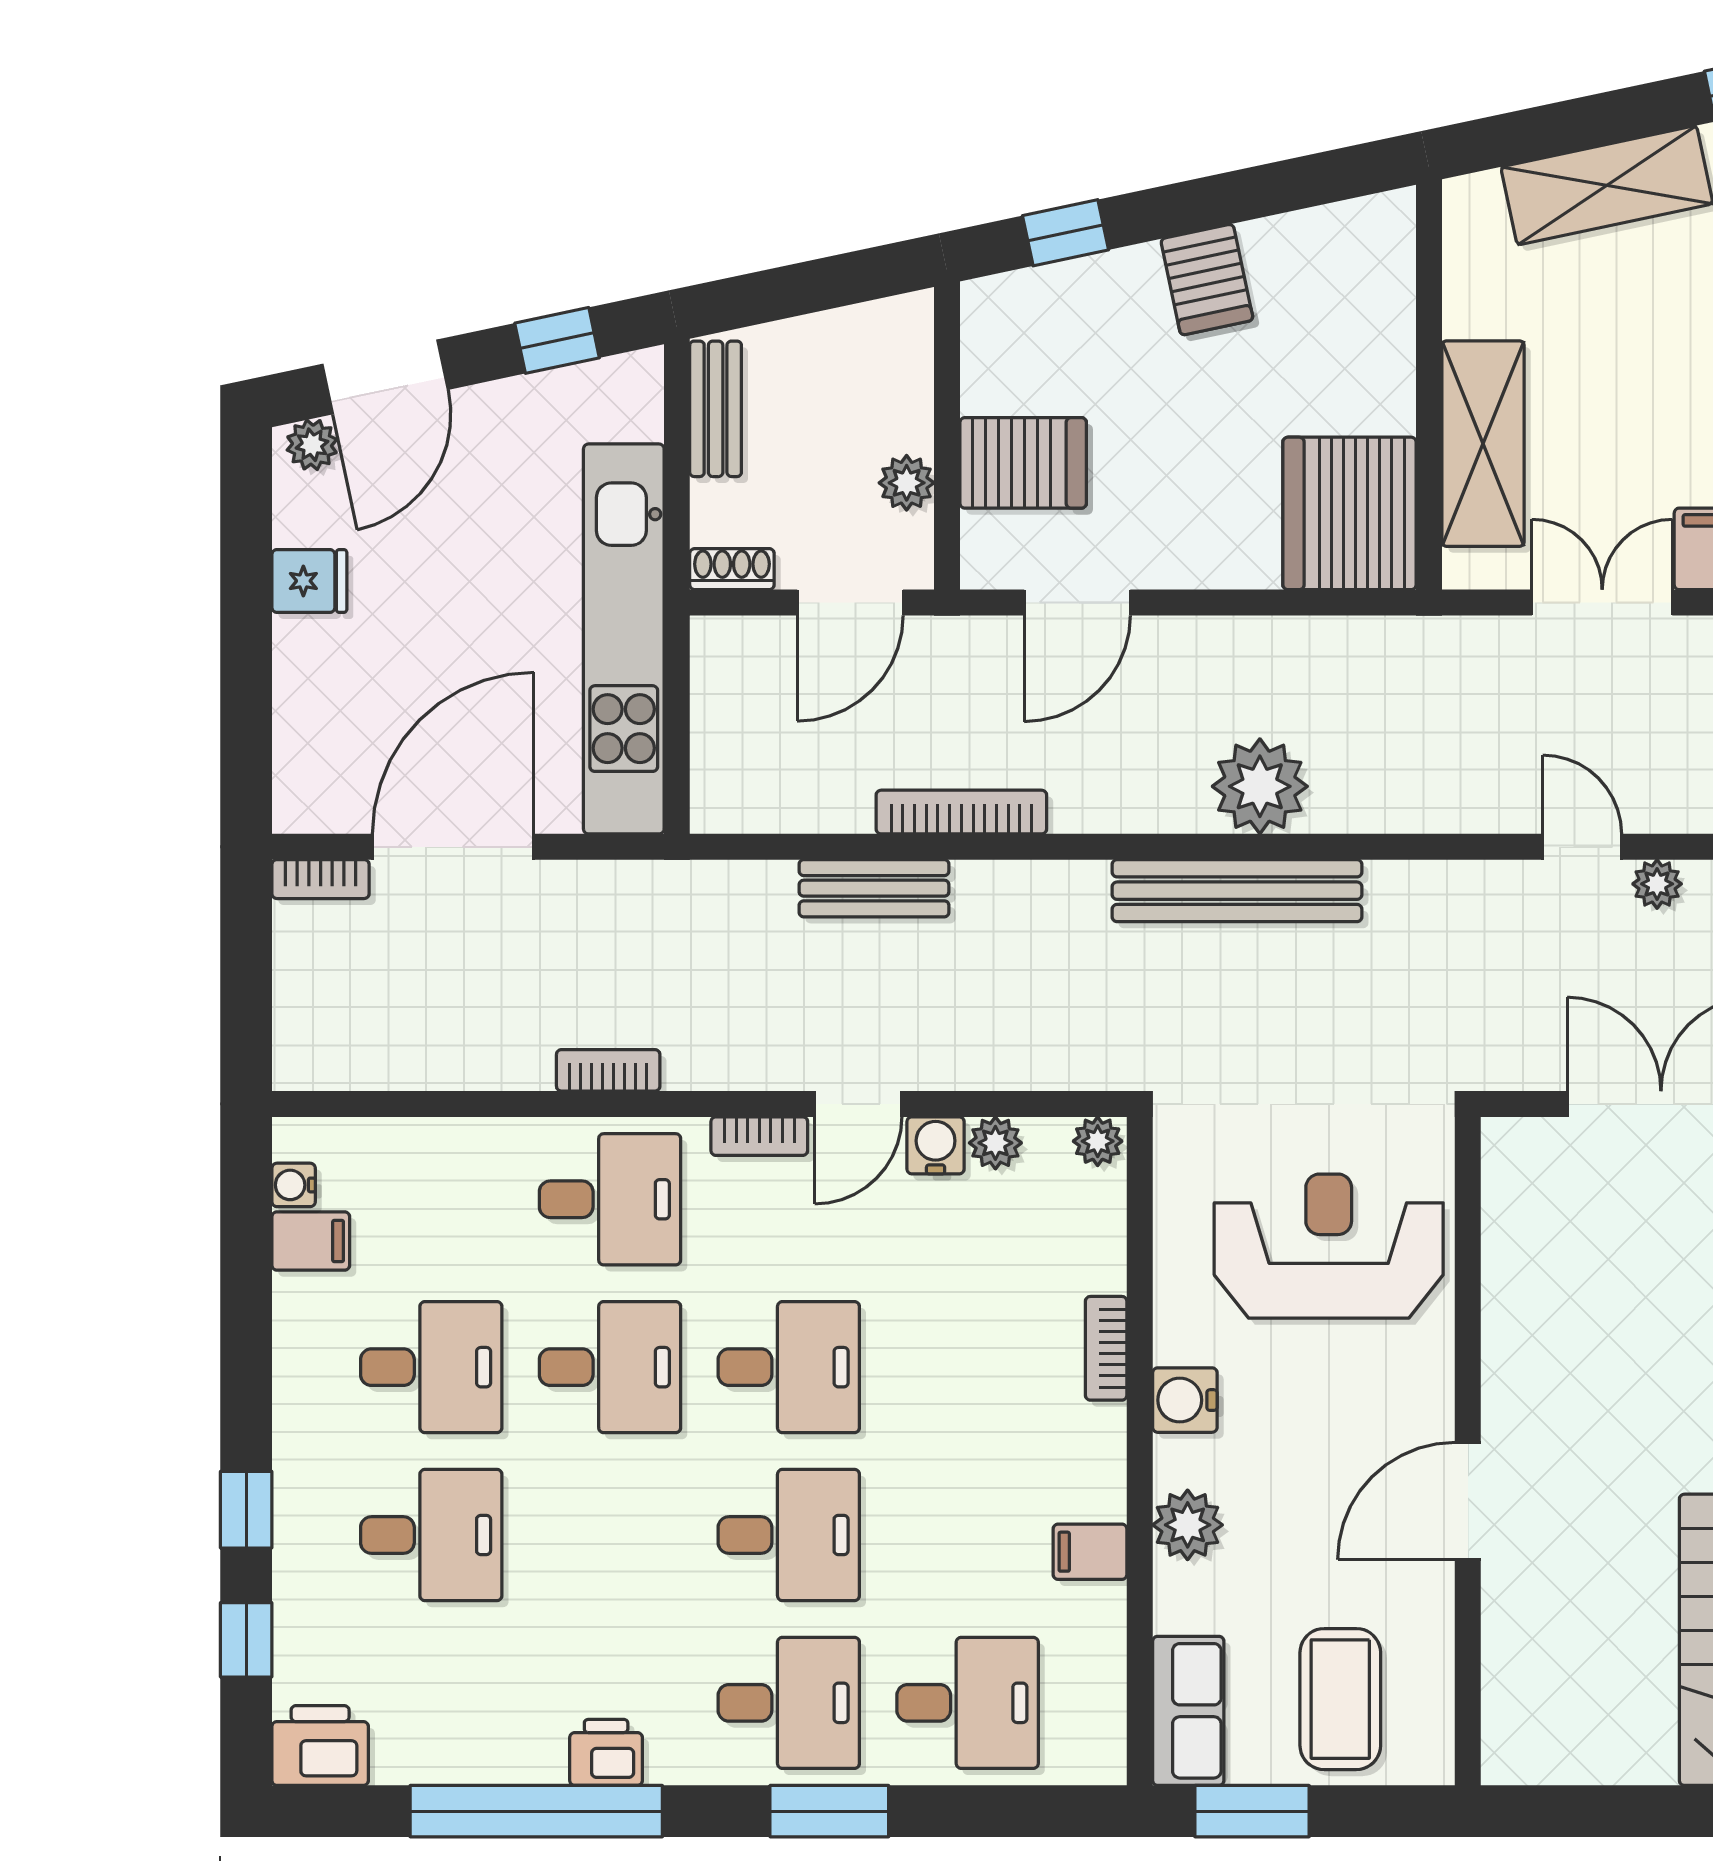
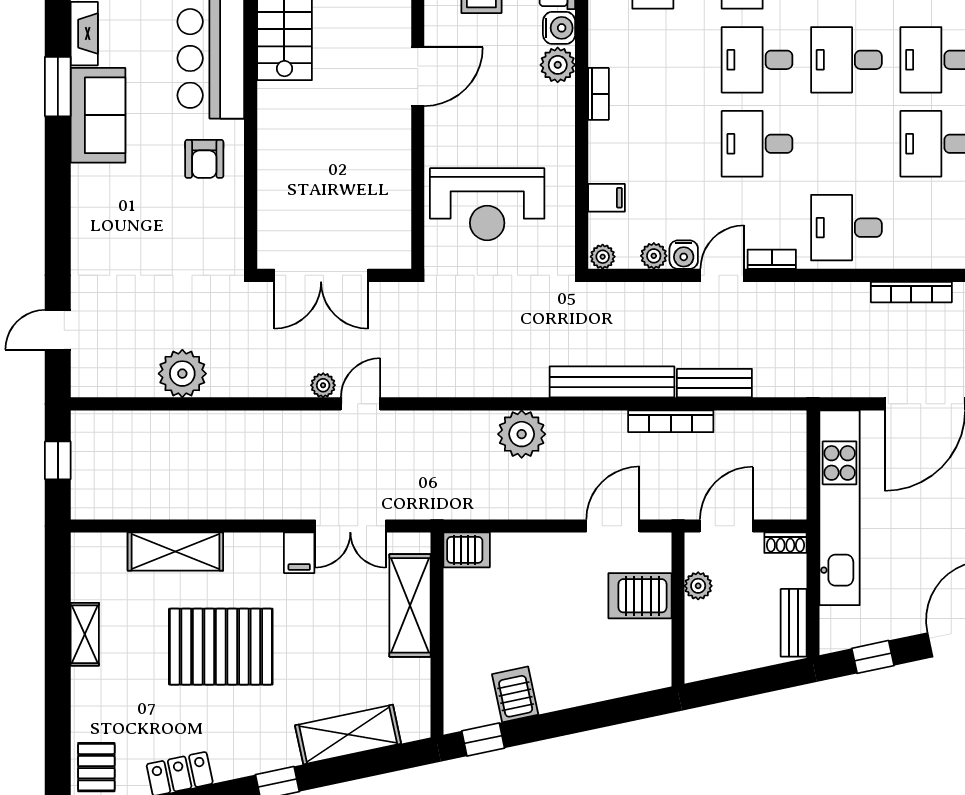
window: (1065, 233) -> (483, 739), moved
server rack: (1207, 280) -> (515, 694), moved
server rack: (1350, 513) -> (467, 550), width x0.46, depth x0.70
door: (1582, 847) -> (360, 404), swing flipped
bench: (1237, 891) -> (612, 382), moved
bookcase: (608, 1070) -> (911, 292), moved, width x1.56
bookcase: (1106, 1348) -> (598, 94), moved
desk: (610, 1367) -> (846, 60), moved
water cooler: (1185, 1400) -> (559, 28), moved
filing cabinet: (1090, 1552) -> (606, 198), moved

